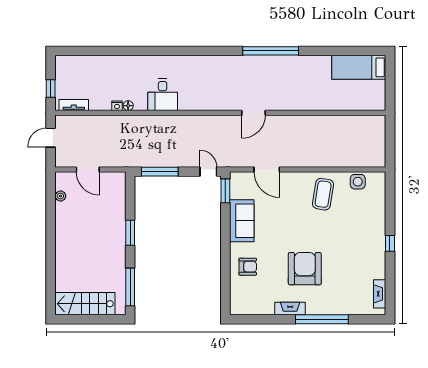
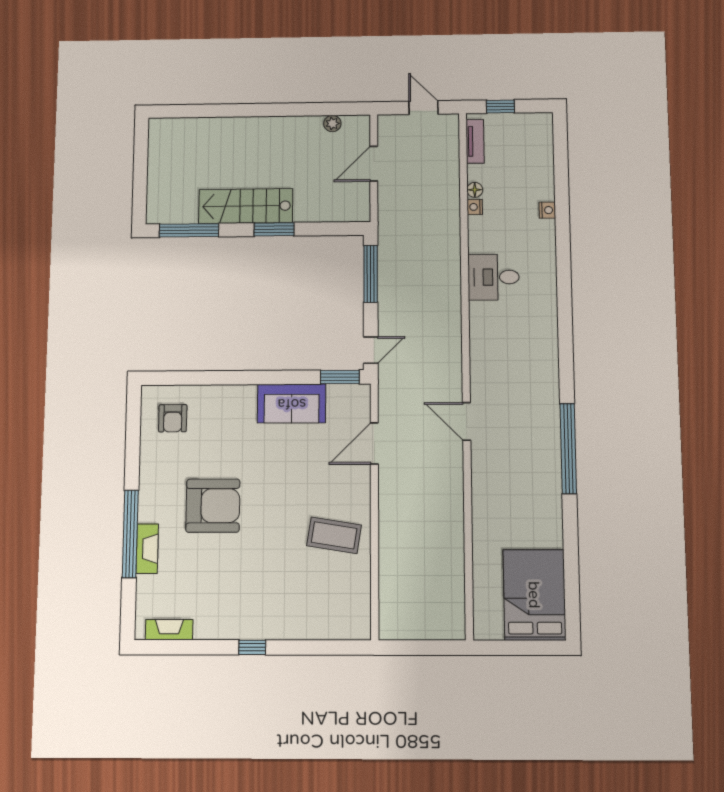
nightstand: (120, 60) -> (547, 210), added
bed: (359, 67) -> (534, 595), width x1.50
floor lamp: (128, 106) -> (475, 190), moved
side table: (358, 182) -> (354, 593), removed
armchair: (248, 267) -> (173, 418), moved
stairs: (85, 304) -> (246, 206), moved, turned -90
fireplace: (290, 309) -> (147, 549), moved

